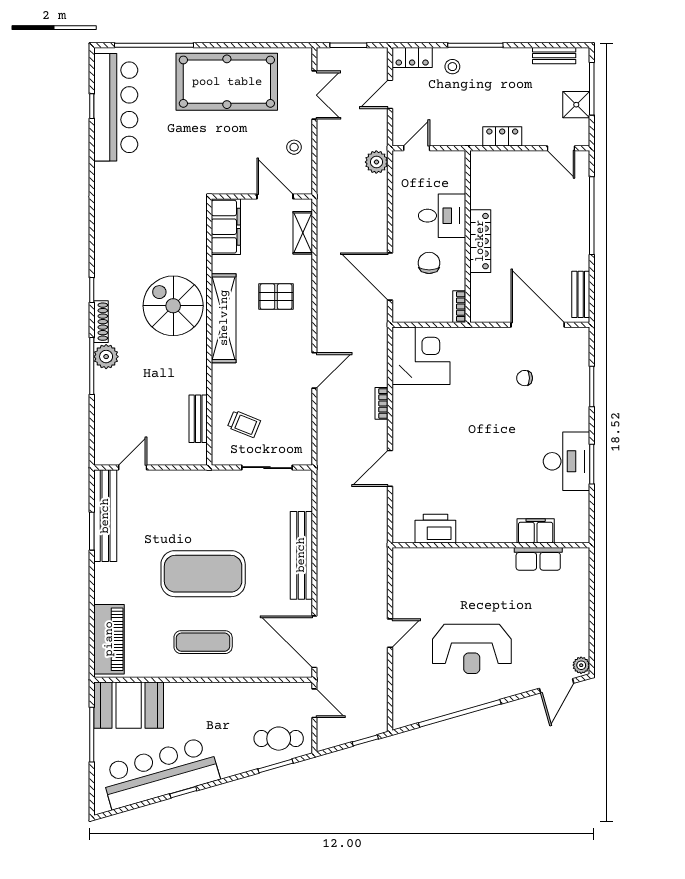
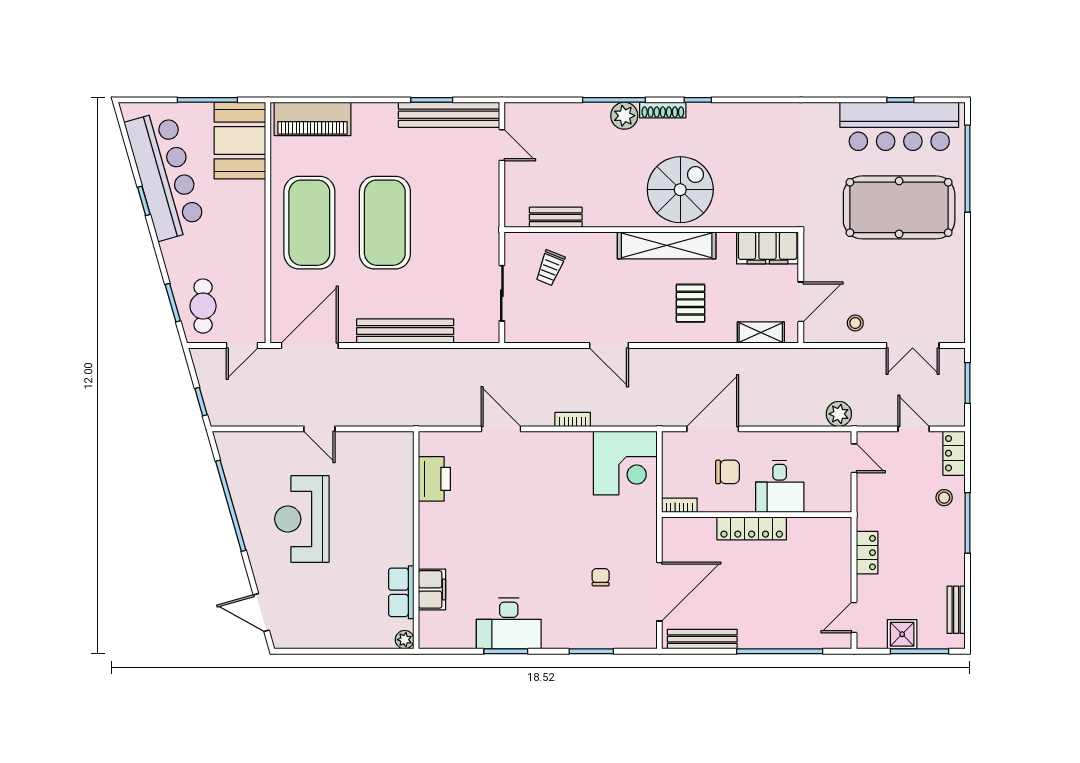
pool table: (227, 82) -> (899, 207), moved, turned 90
bench: (581, 294) -> (702, 639), width x1.36
exercise mat: (203, 642) -> (309, 223), width x2.00, depth x1.45
plant: (581, 665) -> (405, 640), moved

